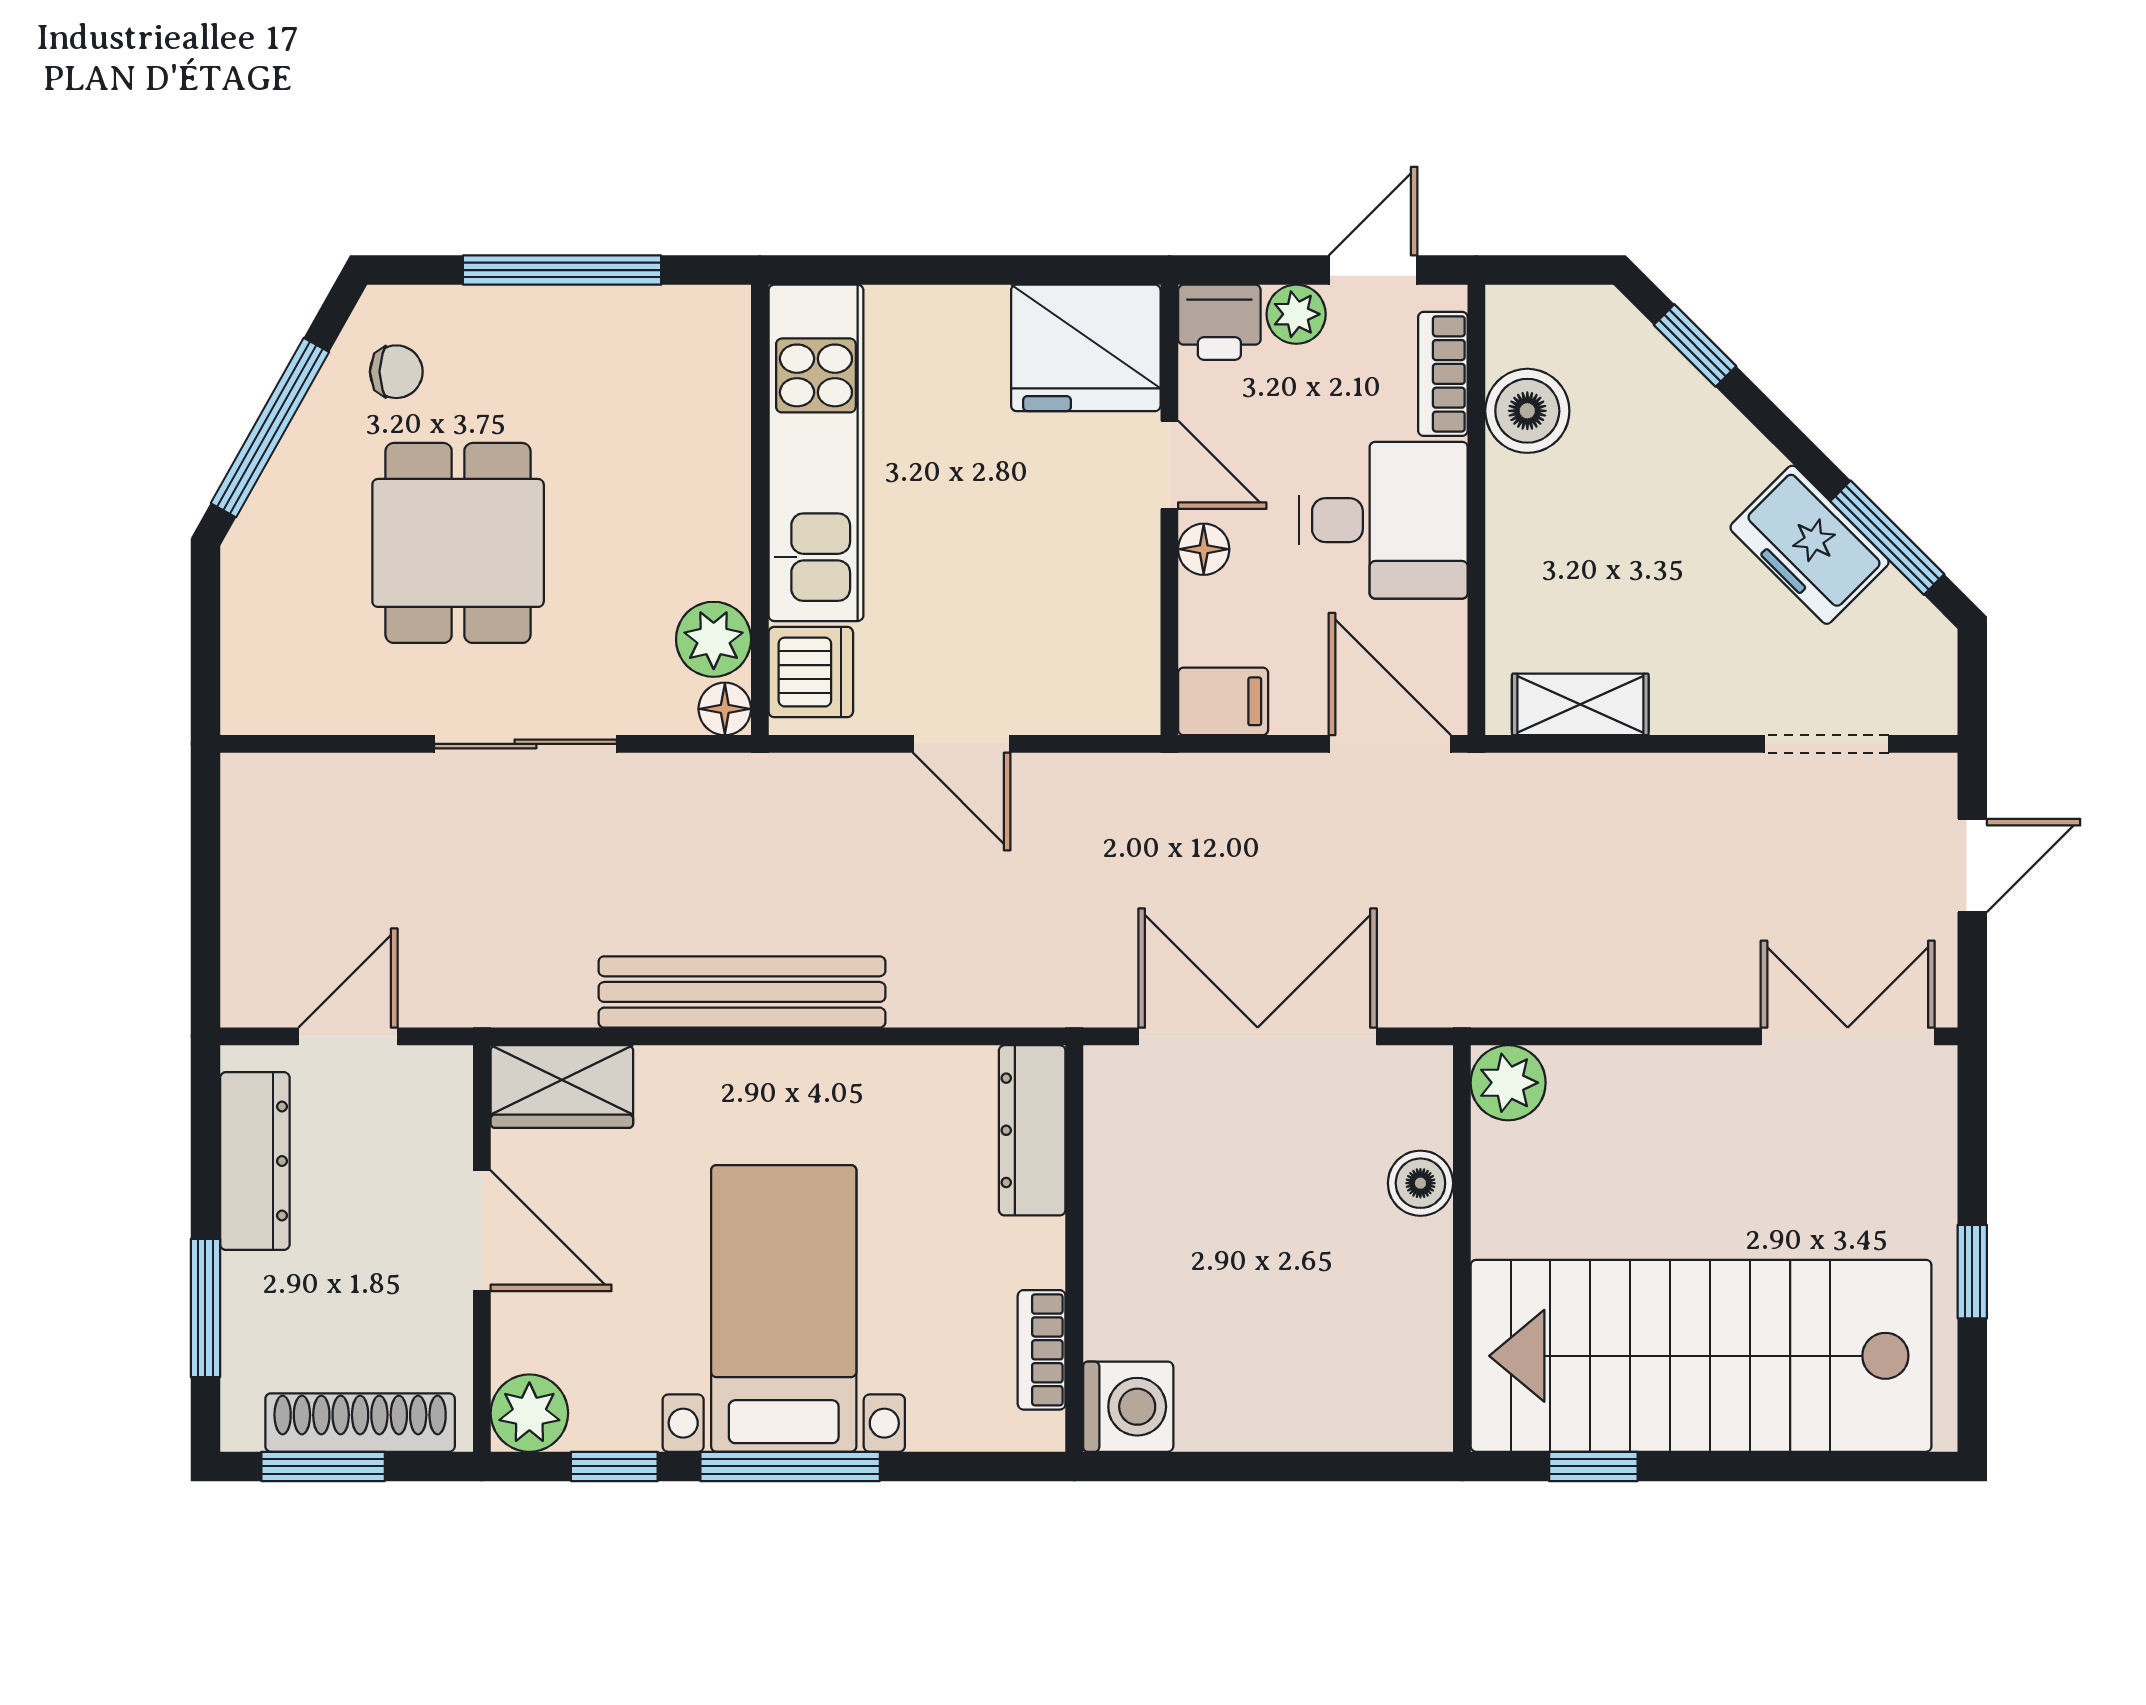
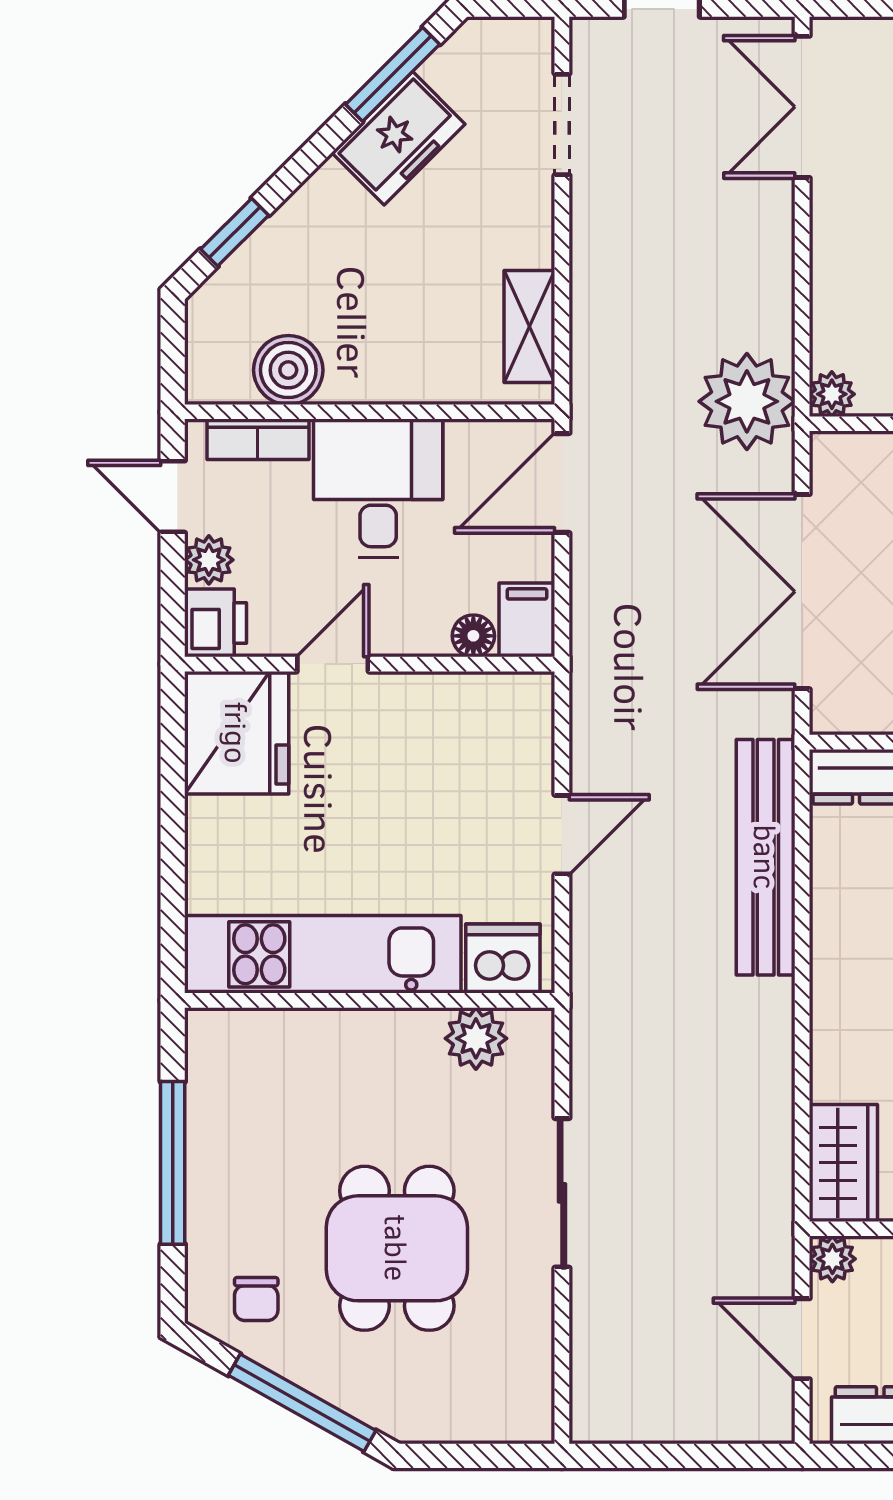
chair: (396, 372) -> (256, 1299), turned 180
dining table: (458, 543) -> (397, 1248), turned 90
floor lamp: (1204, 549) -> (473, 636), moved
floor lamp: (725, 709) -> (533, 1029), removed
plant: (1489, 969) -> (747, 401), added
bench: (742, 992) -> (766, 857), moved
plant: (445, 1073) -> (832, 1259), added
plant: (1508, 1083) -> (832, 394), width x0.73, depth x0.73

